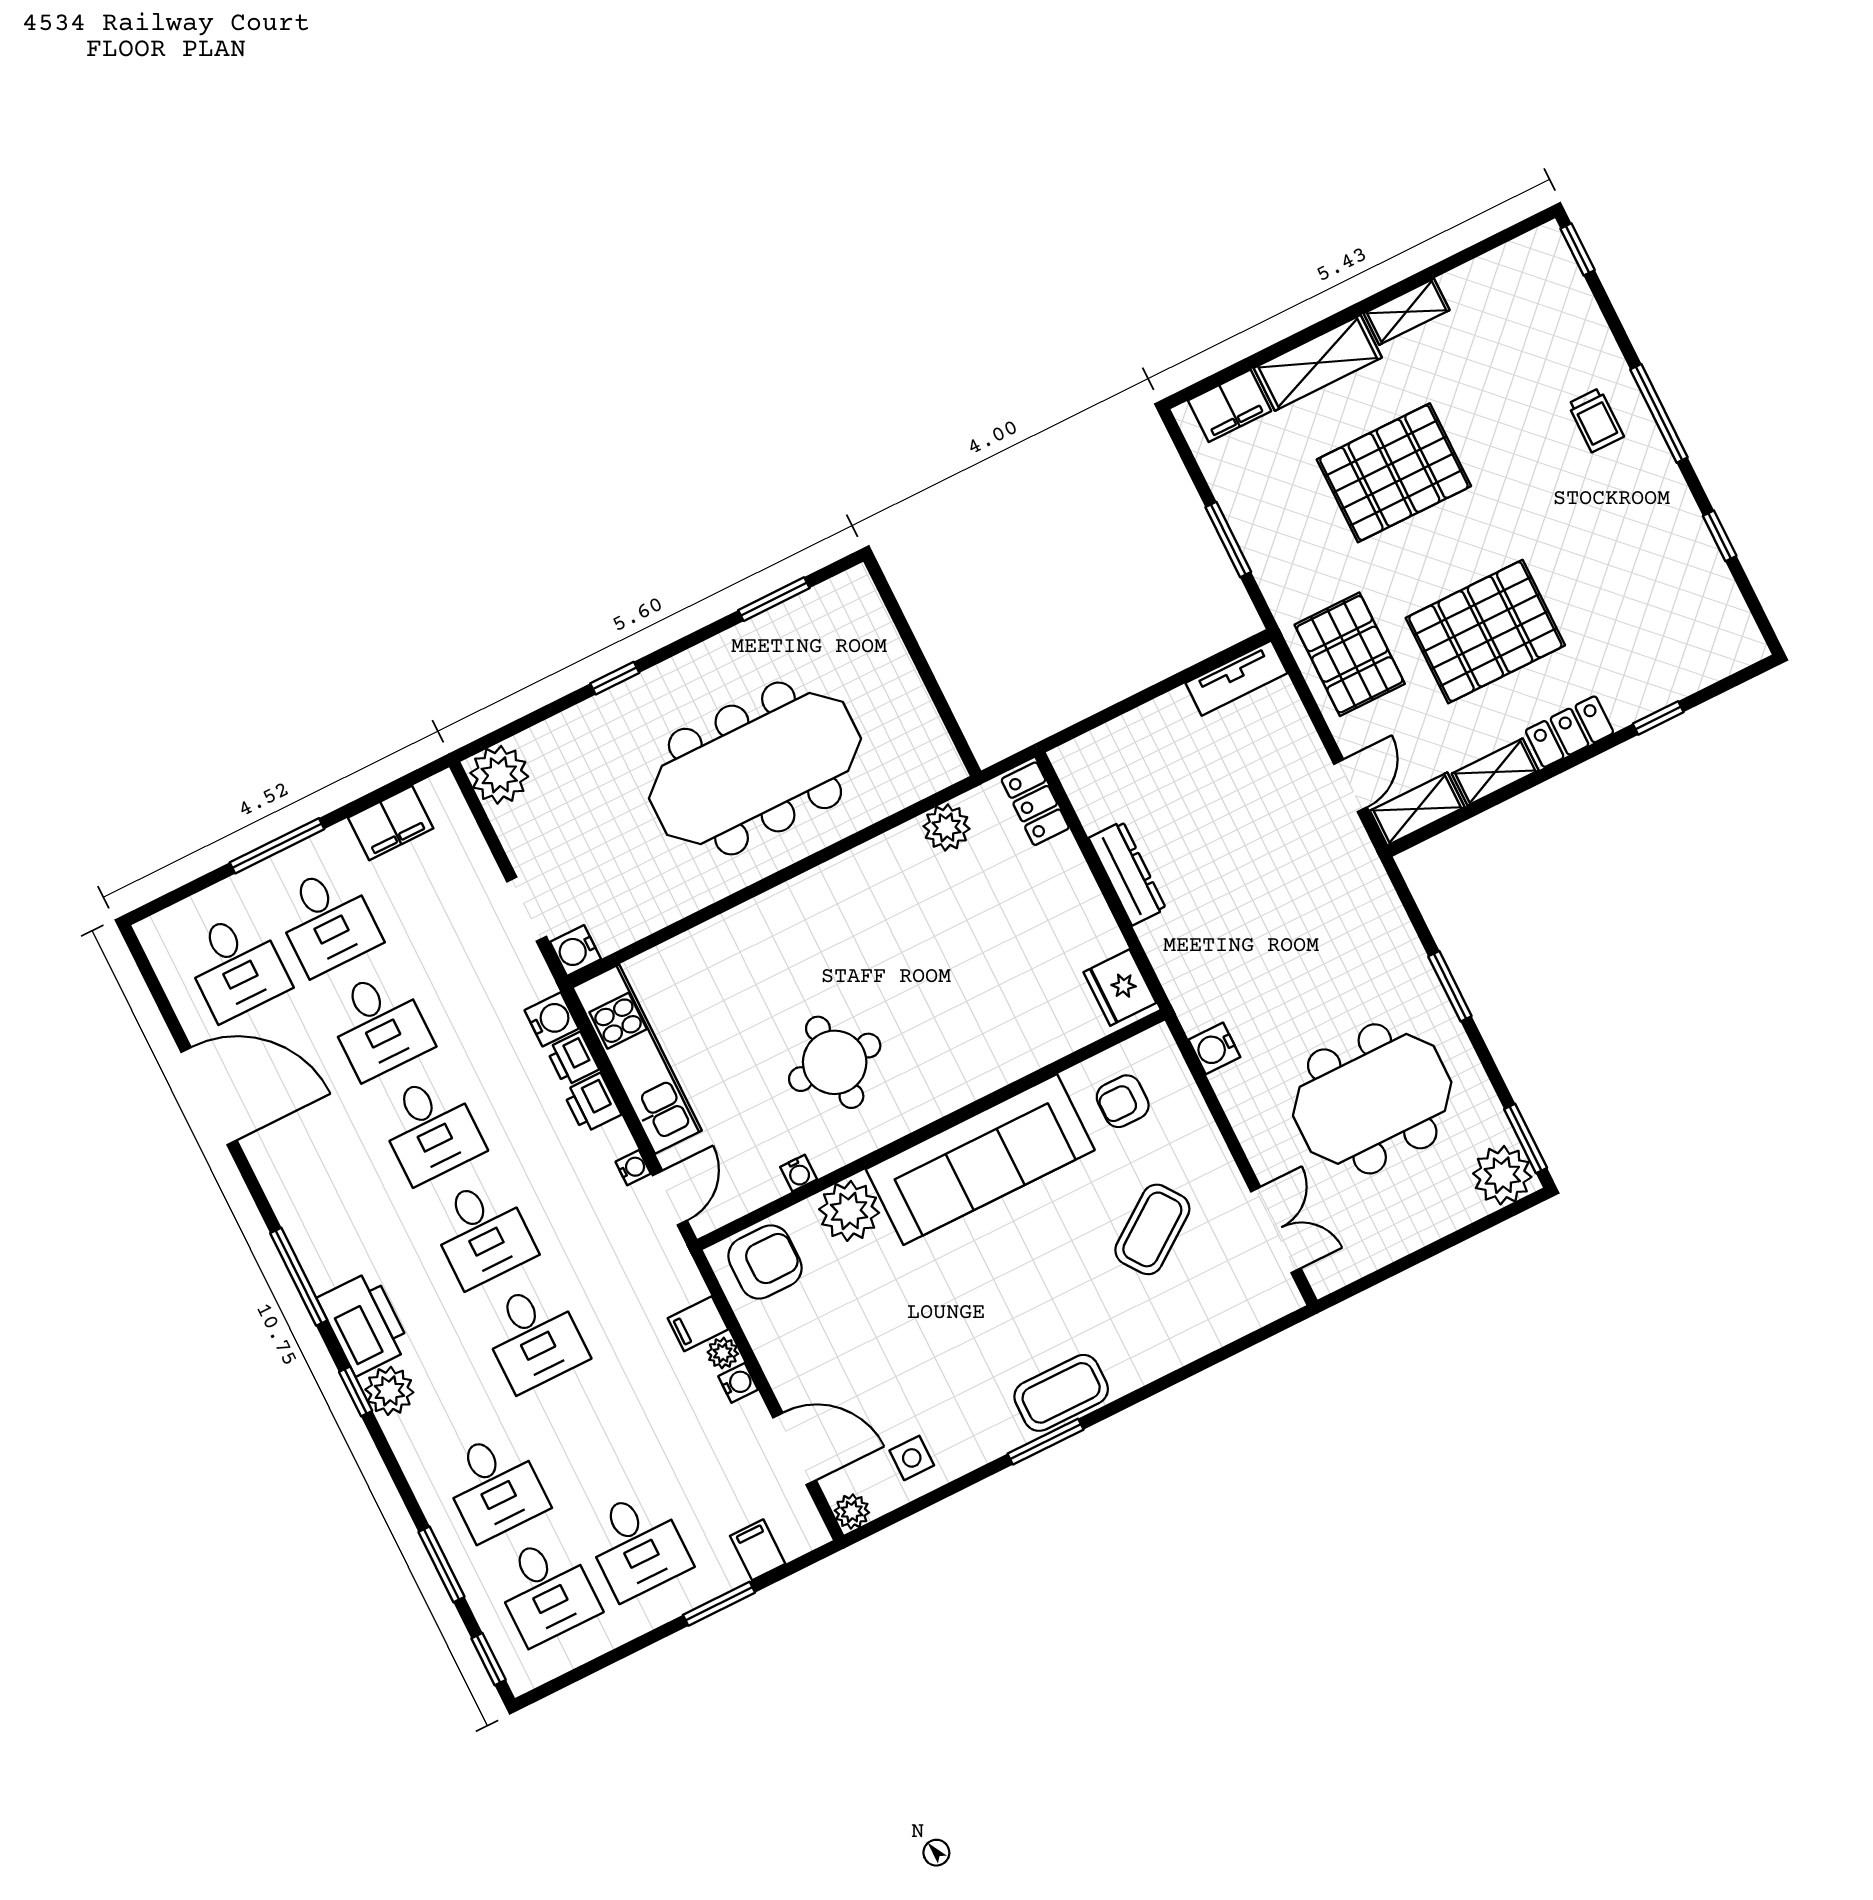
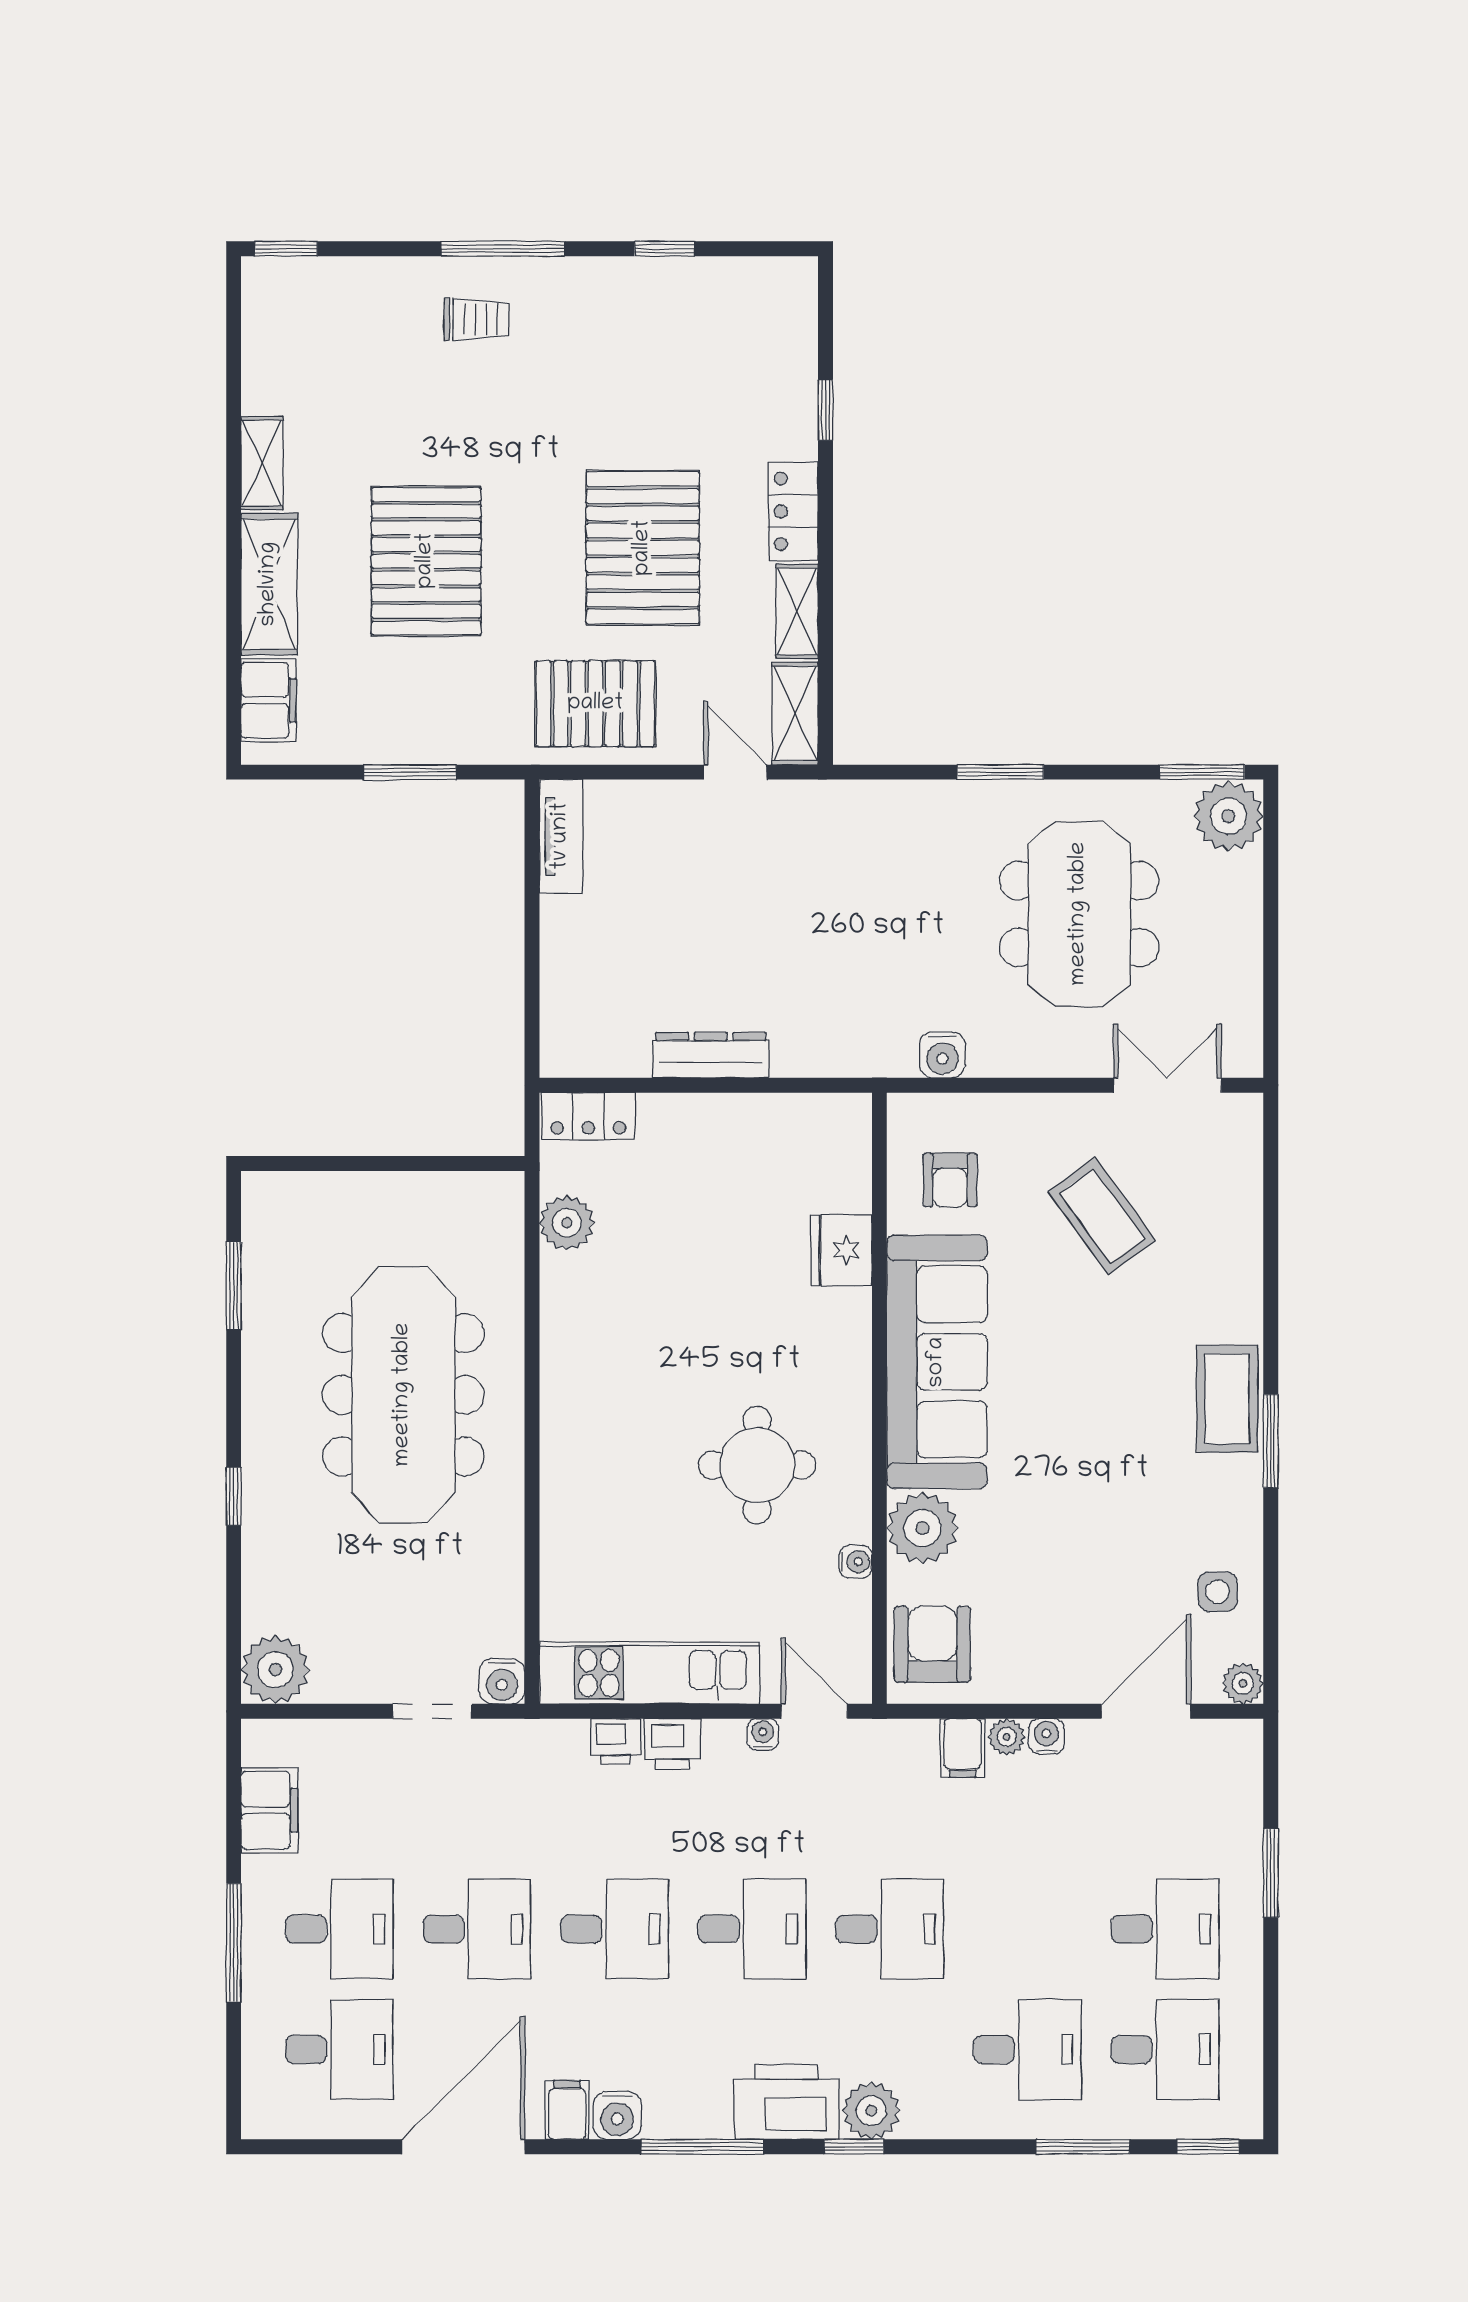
fridge: (1120, 988) -> (841, 1250), moved, turned 90
water cooler: (552, 1019) -> (617, 2115), moved, turned 180
filing cabinet: (758, 1550) -> (567, 2110), moved, turned 90

